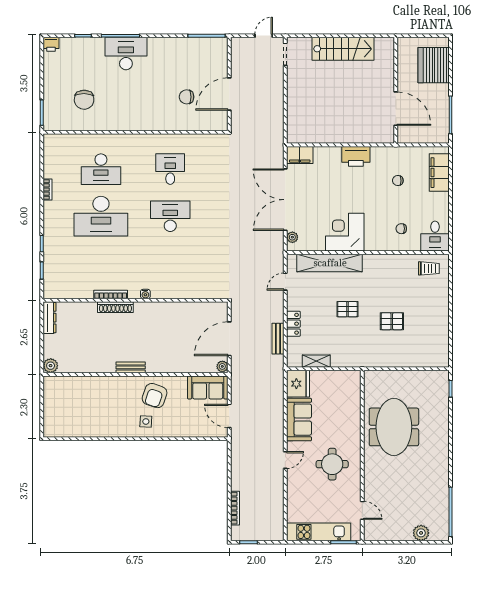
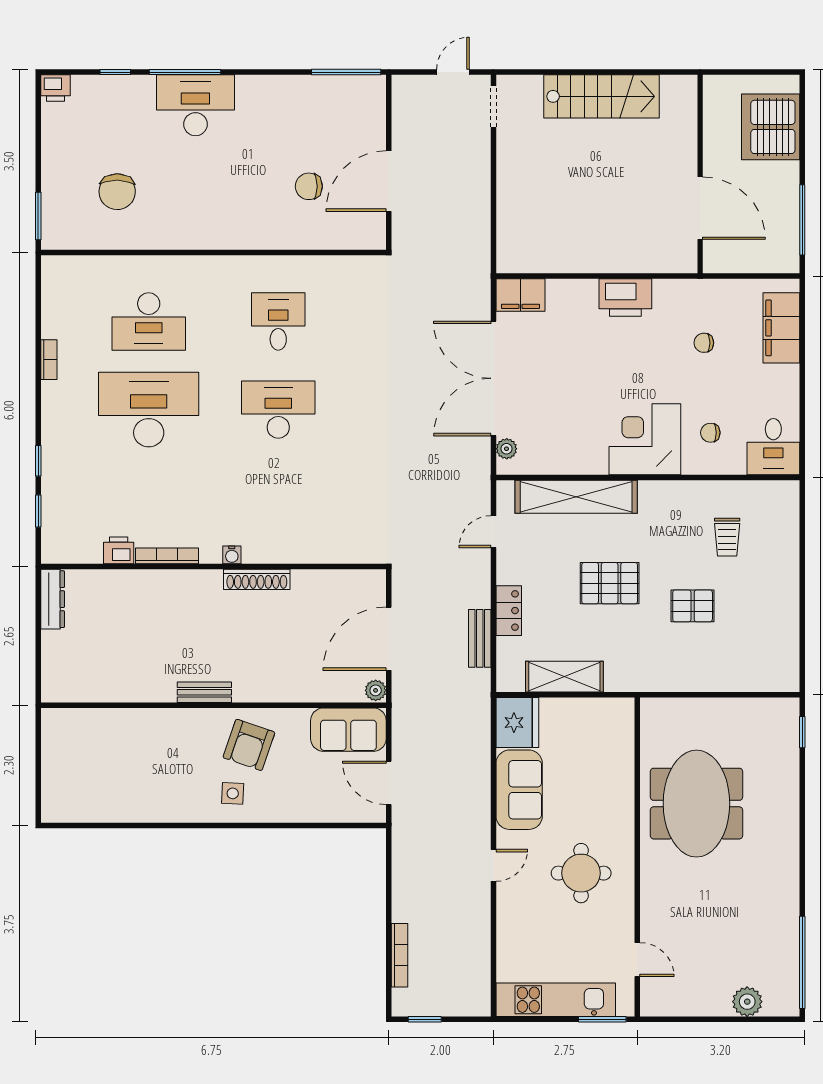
desk: (101, 216) -> (149, 410), turned 180
corner desk: (345, 232) -> (645, 439), moved
trolley: (429, 268) -> (727, 537), moved, turned 90
printer: (85, 292) -> (119, 550), added
shoe rack: (115, 307) -> (257, 579), moved
pallet: (347, 309) -> (610, 583), width x1.50, depth x1.42
shelving: (316, 361) -> (564, 677), width x1.50, depth x1.33
plant: (51, 366) -> (54, 689), removed

